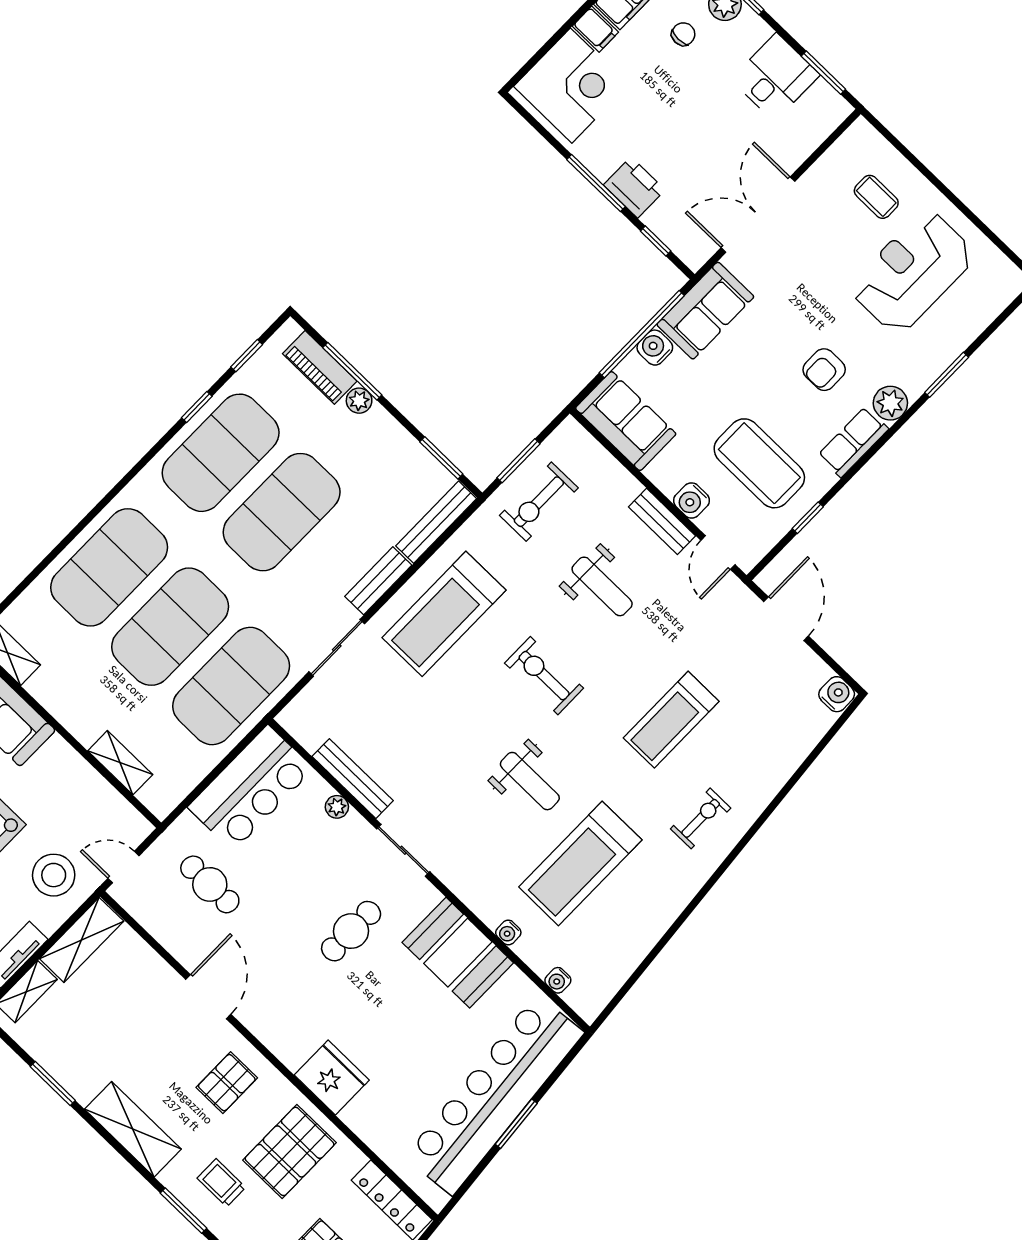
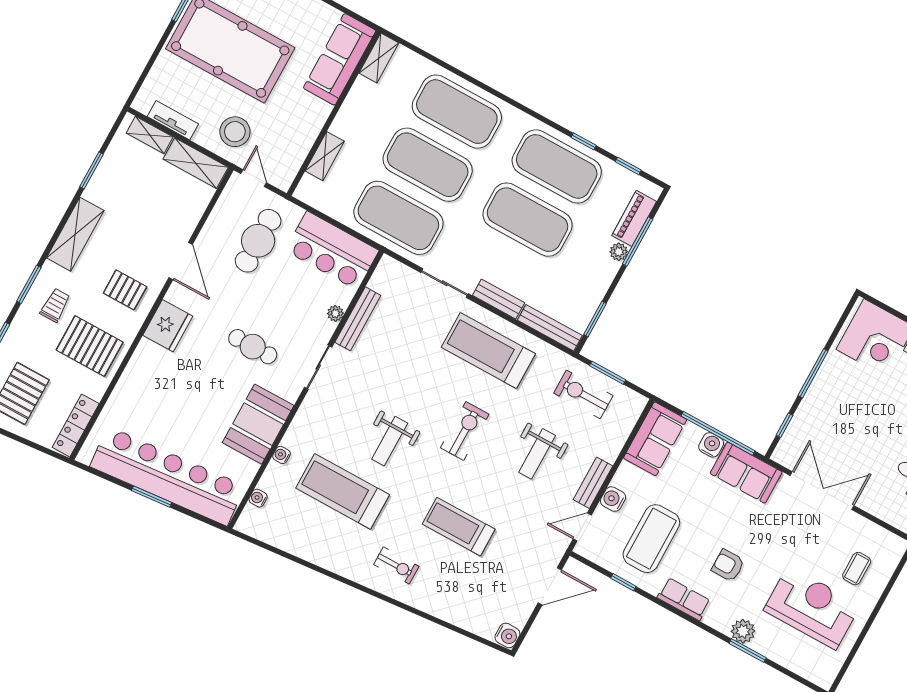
printer: (634, 187) -> (817, 400), removed
plant: (890, 403) -> (743, 631), moved
cafe table: (210, 884) -> (258, 241), width x1.37, depth x1.35
door: (208, 997) -> (181, 261), hinge flipped
fridge: (332, 1078) -> (168, 326), moved

